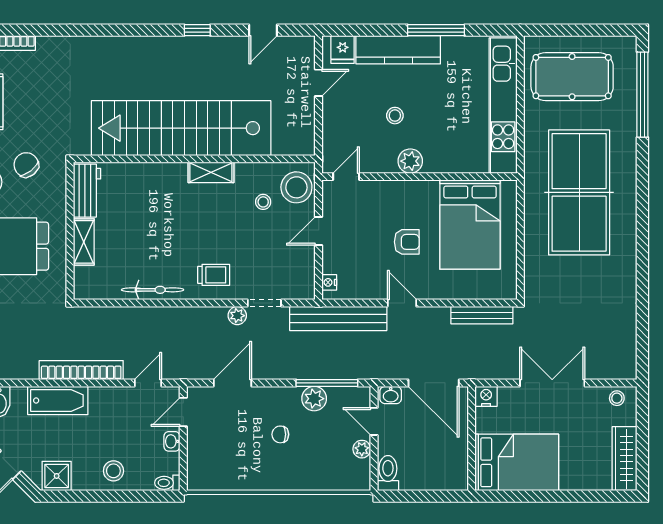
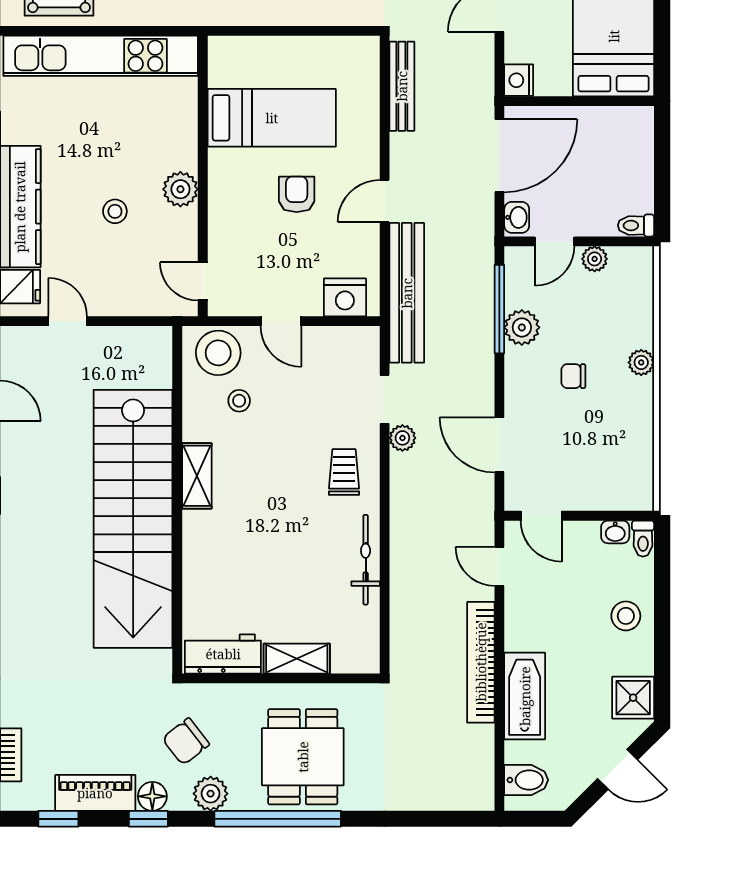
bed: (470, 225) -> (272, 118), width x0.67
nightstand: (329, 282) -> (345, 297), width x1.89, depth x1.79
chair: (280, 434) -> (573, 376), turned 90
washbasin: (172, 441) -> (615, 532), moved
toilet: (388, 473) -> (636, 225), width x0.73, depth x0.72
plant: (290, 482) -> (641, 362), added

